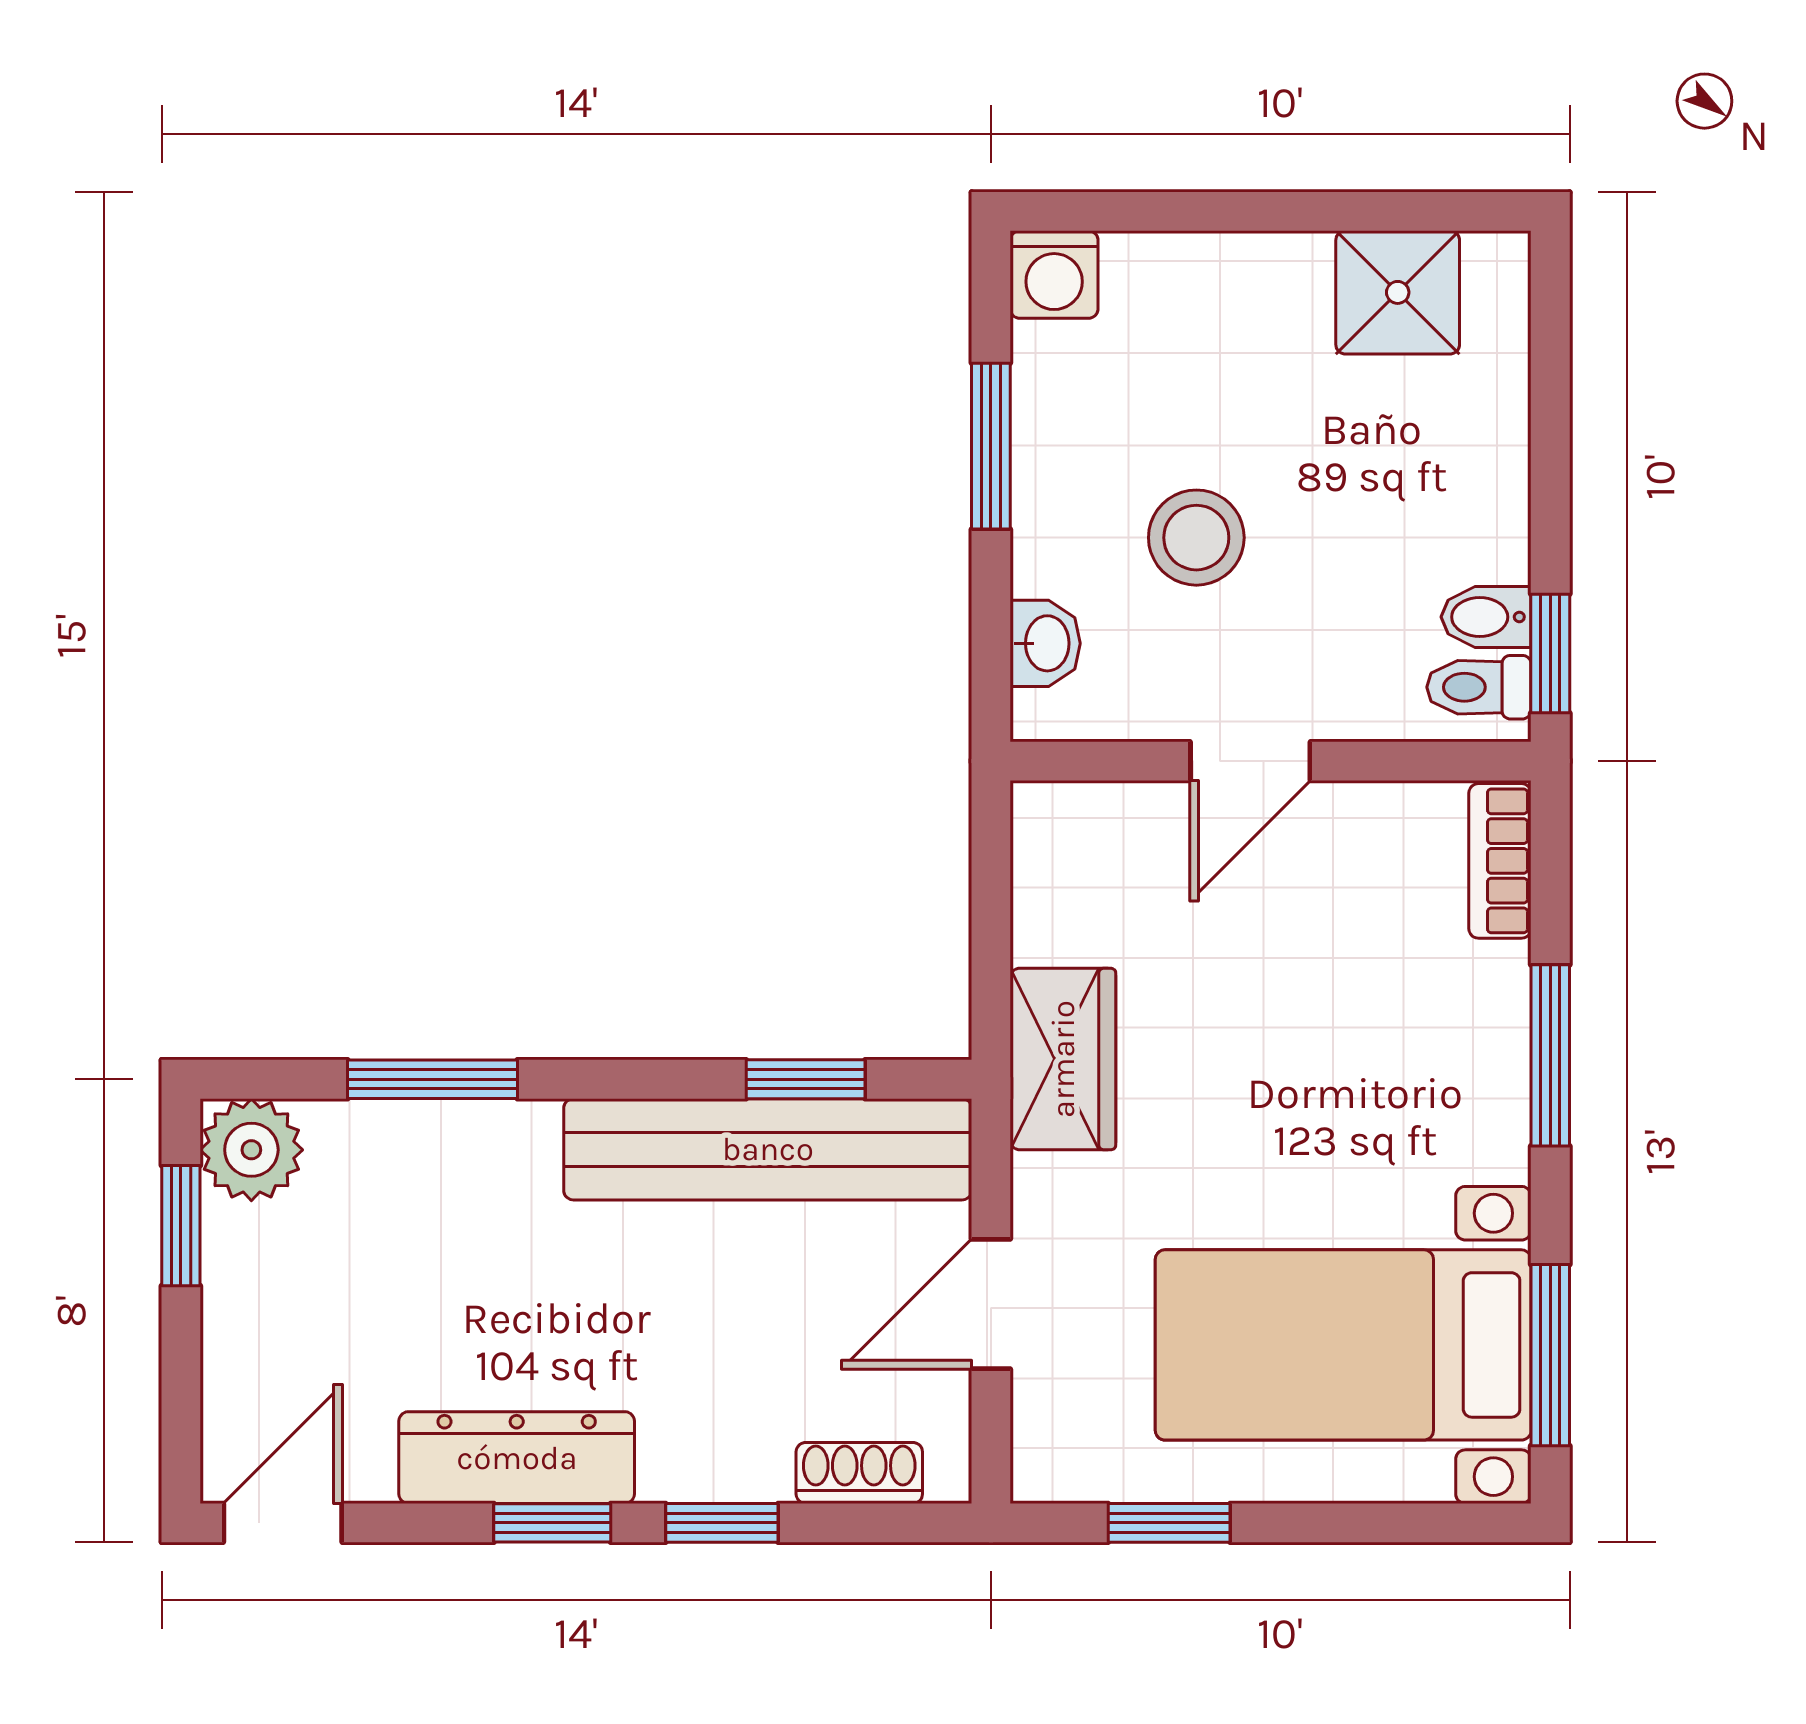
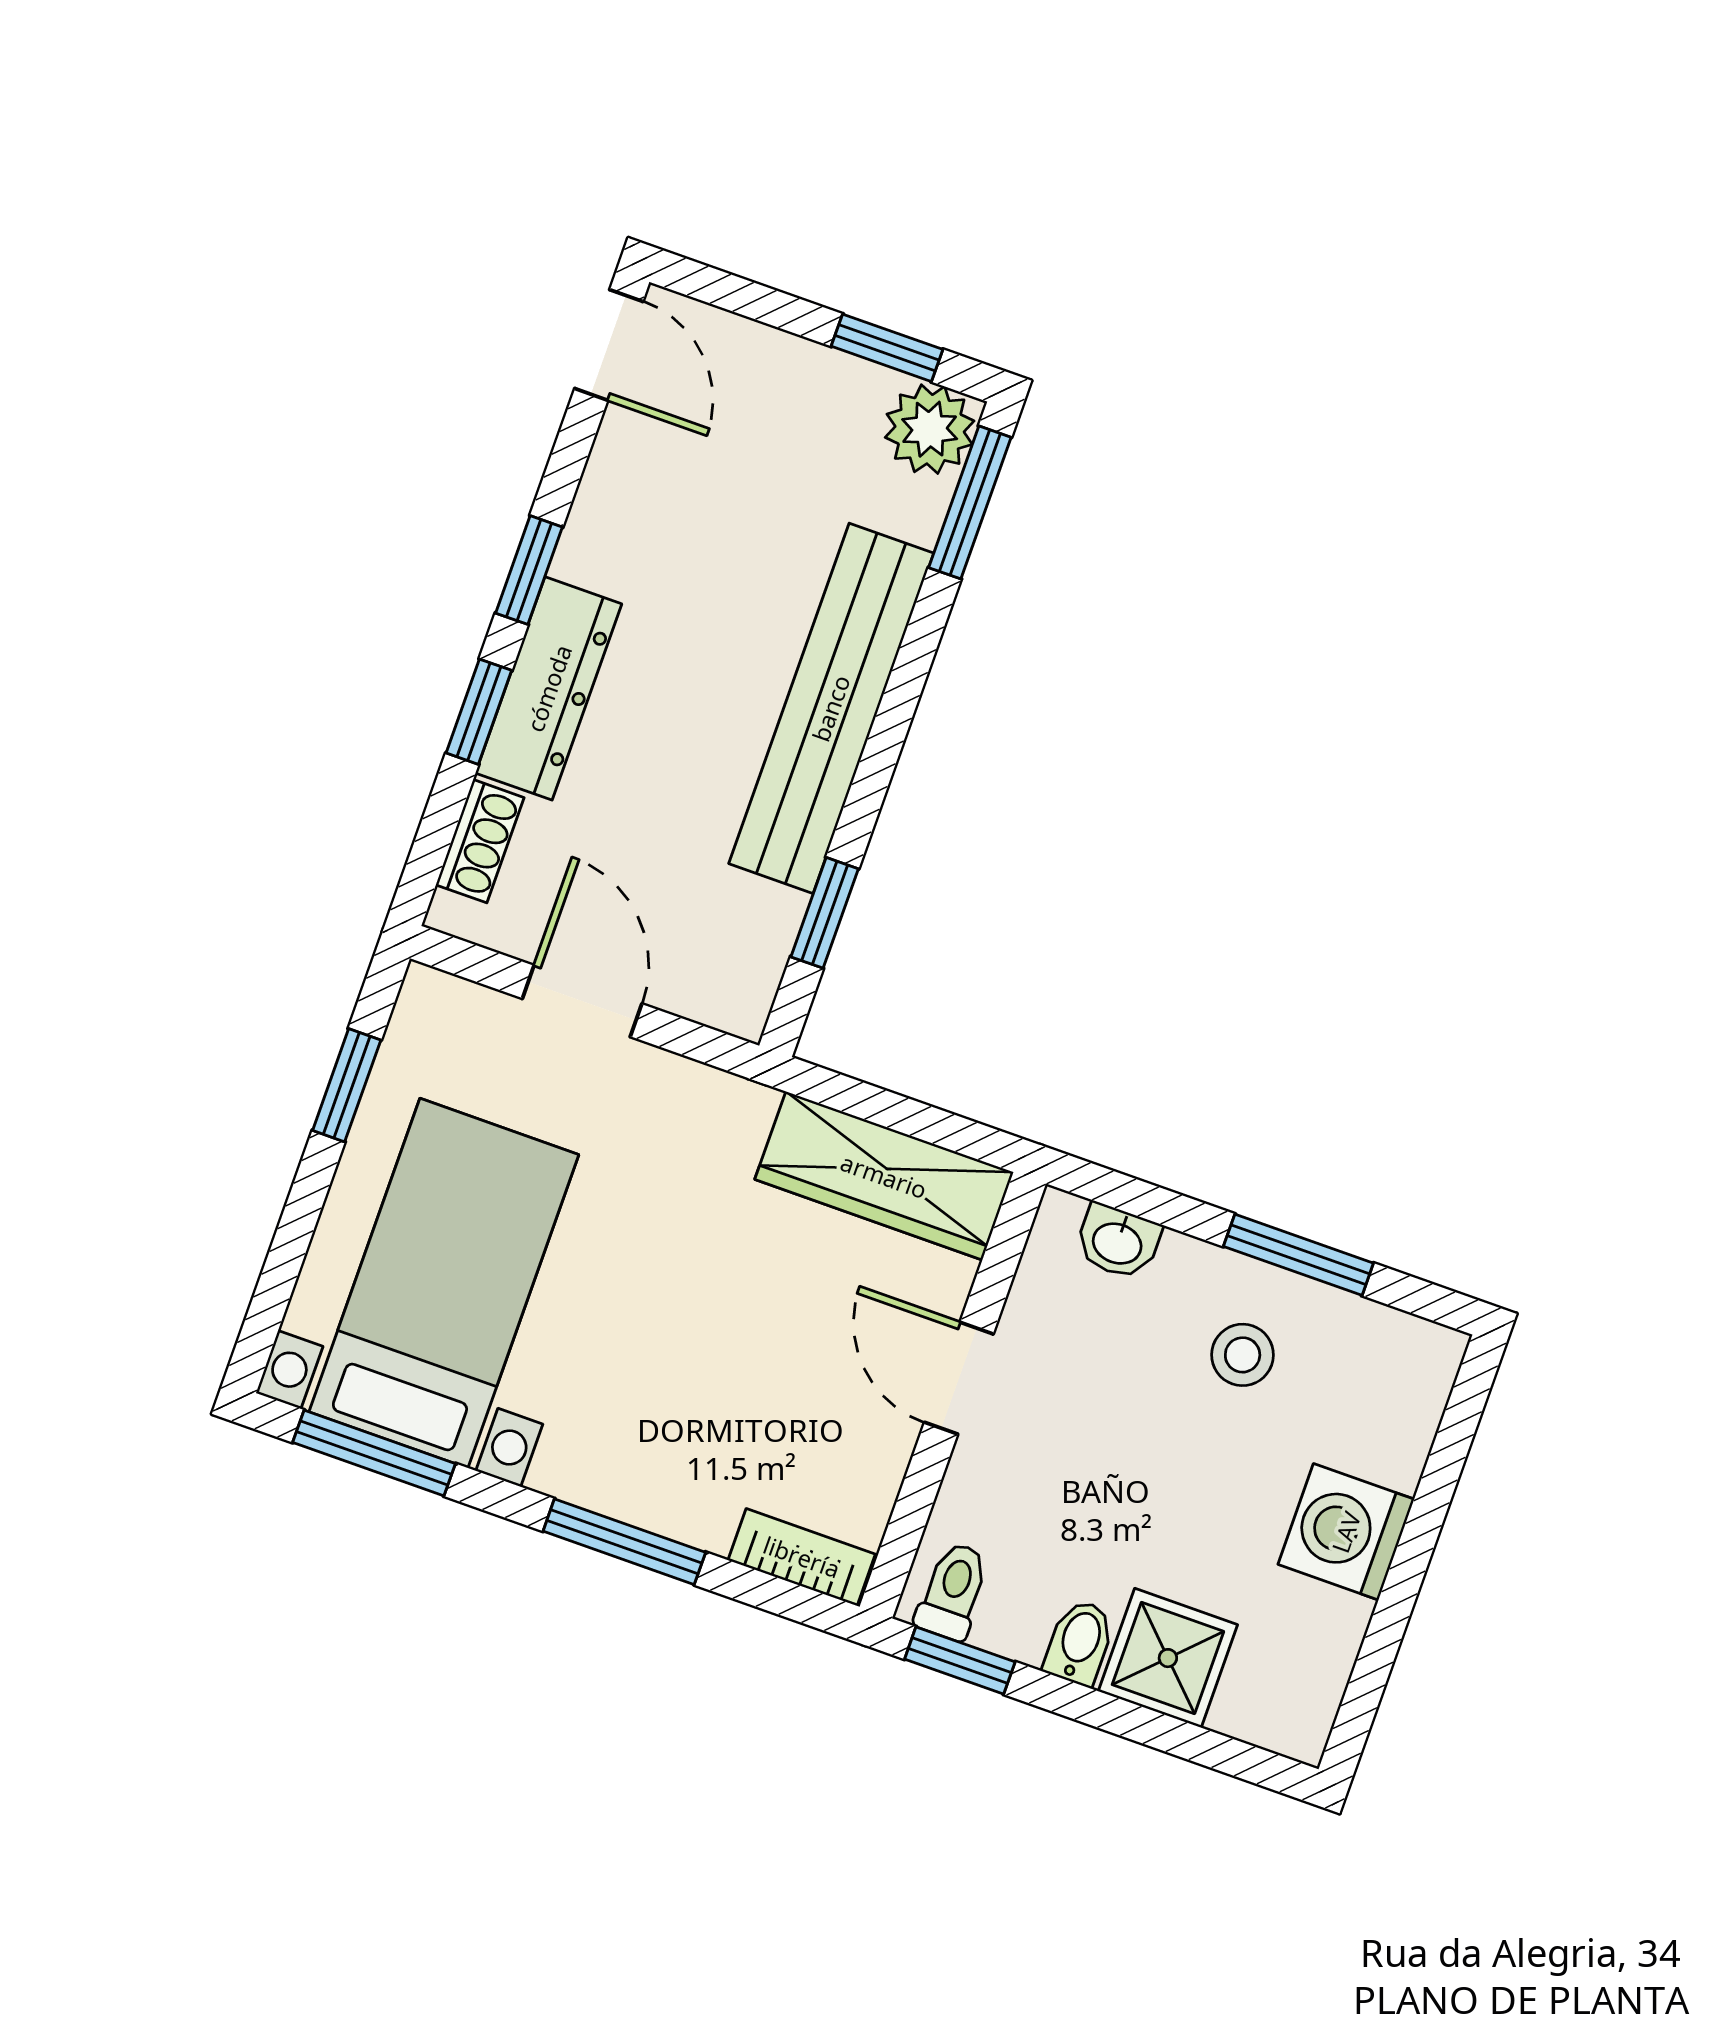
washing machine: (1054, 275) -> (1346, 1532), moved, width x1.38, depth x1.38
shower: (1398, 292) -> (1168, 1658), moved
stool: (1196, 538) -> (1243, 1355), moved, width x0.73, depth x0.73
bidet: (1486, 617) -> (1079, 1642), moved
wardrobe: (1063, 1059) -> (884, 1176), moved, width x1.50
window: (432, 1079) -> (970, 502), moved
bench: (768, 1149) -> (831, 708), moved
dresser: (517, 1458) -> (549, 688), moved

